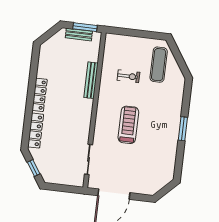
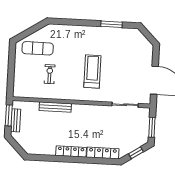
treadmill: (128, 125) -> (92, 72), turned 90
window: (183, 129) -> (112, 24), moved
window: (61, 188) -> (152, 127), added

